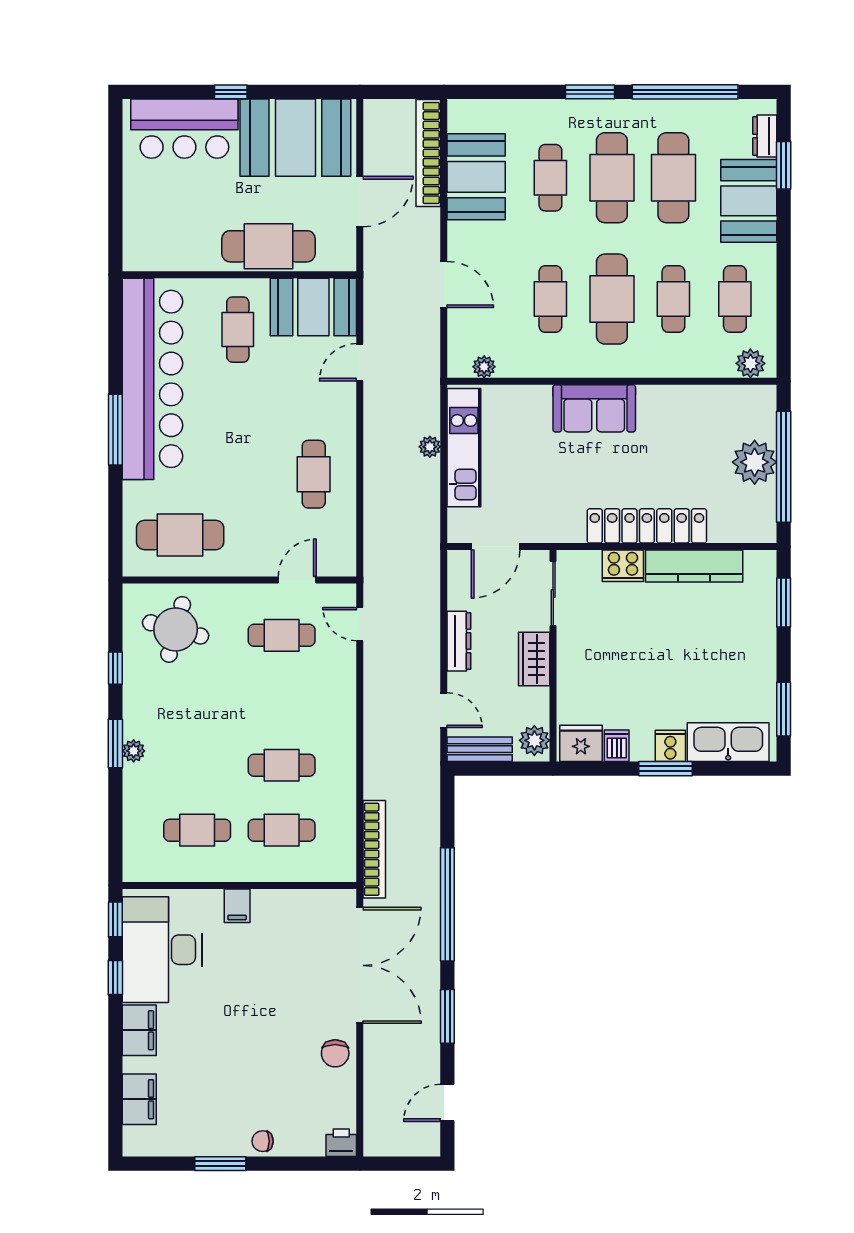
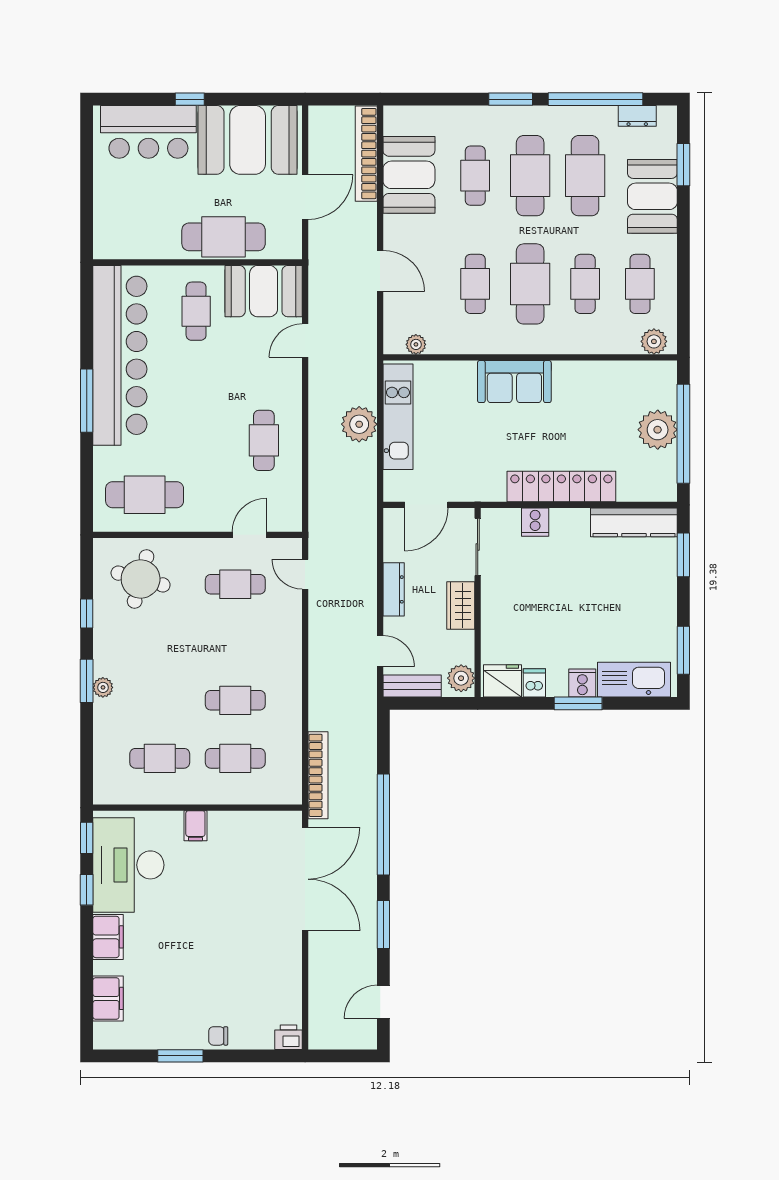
dresser: (765, 136) -> (637, 116), moved, turned -90
plant: (430, 447) -> (359, 424), width x1.87, depth x1.87
cooker: (623, 566) -> (535, 522), width x0.73
kitchen counter: (694, 566) -> (634, 522), moved
chair: (335, 1053) -> (283, 958), removed

